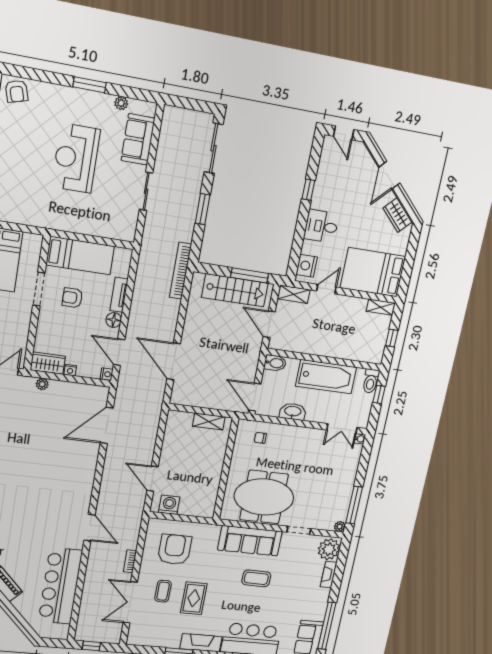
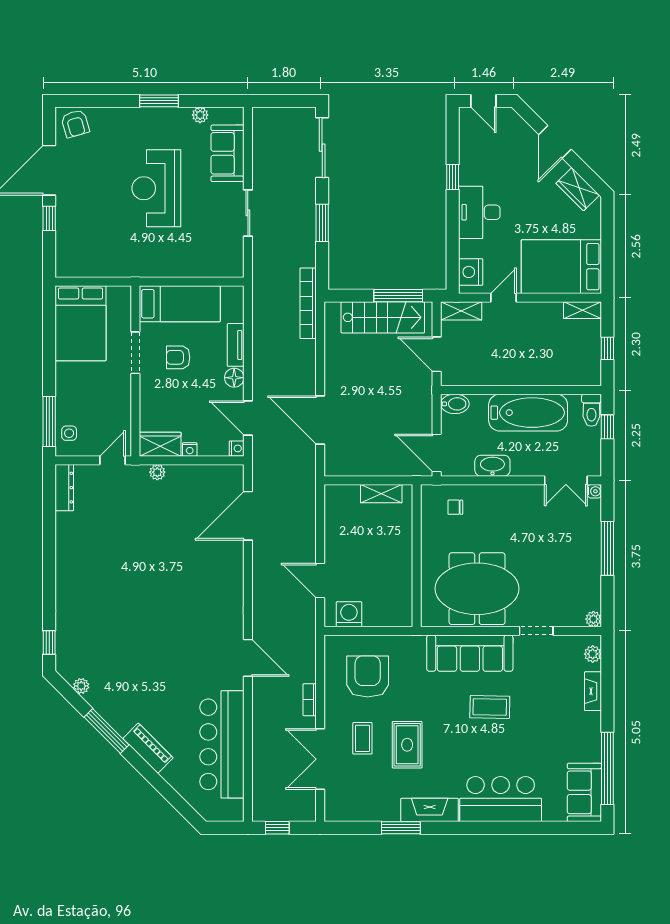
desk: (321, 226) -> (479, 212), width x1.37
window: (354, 505) -> (607, 548), moved
plant: (329, 549) -> (593, 654), width x0.53, depth x0.53

